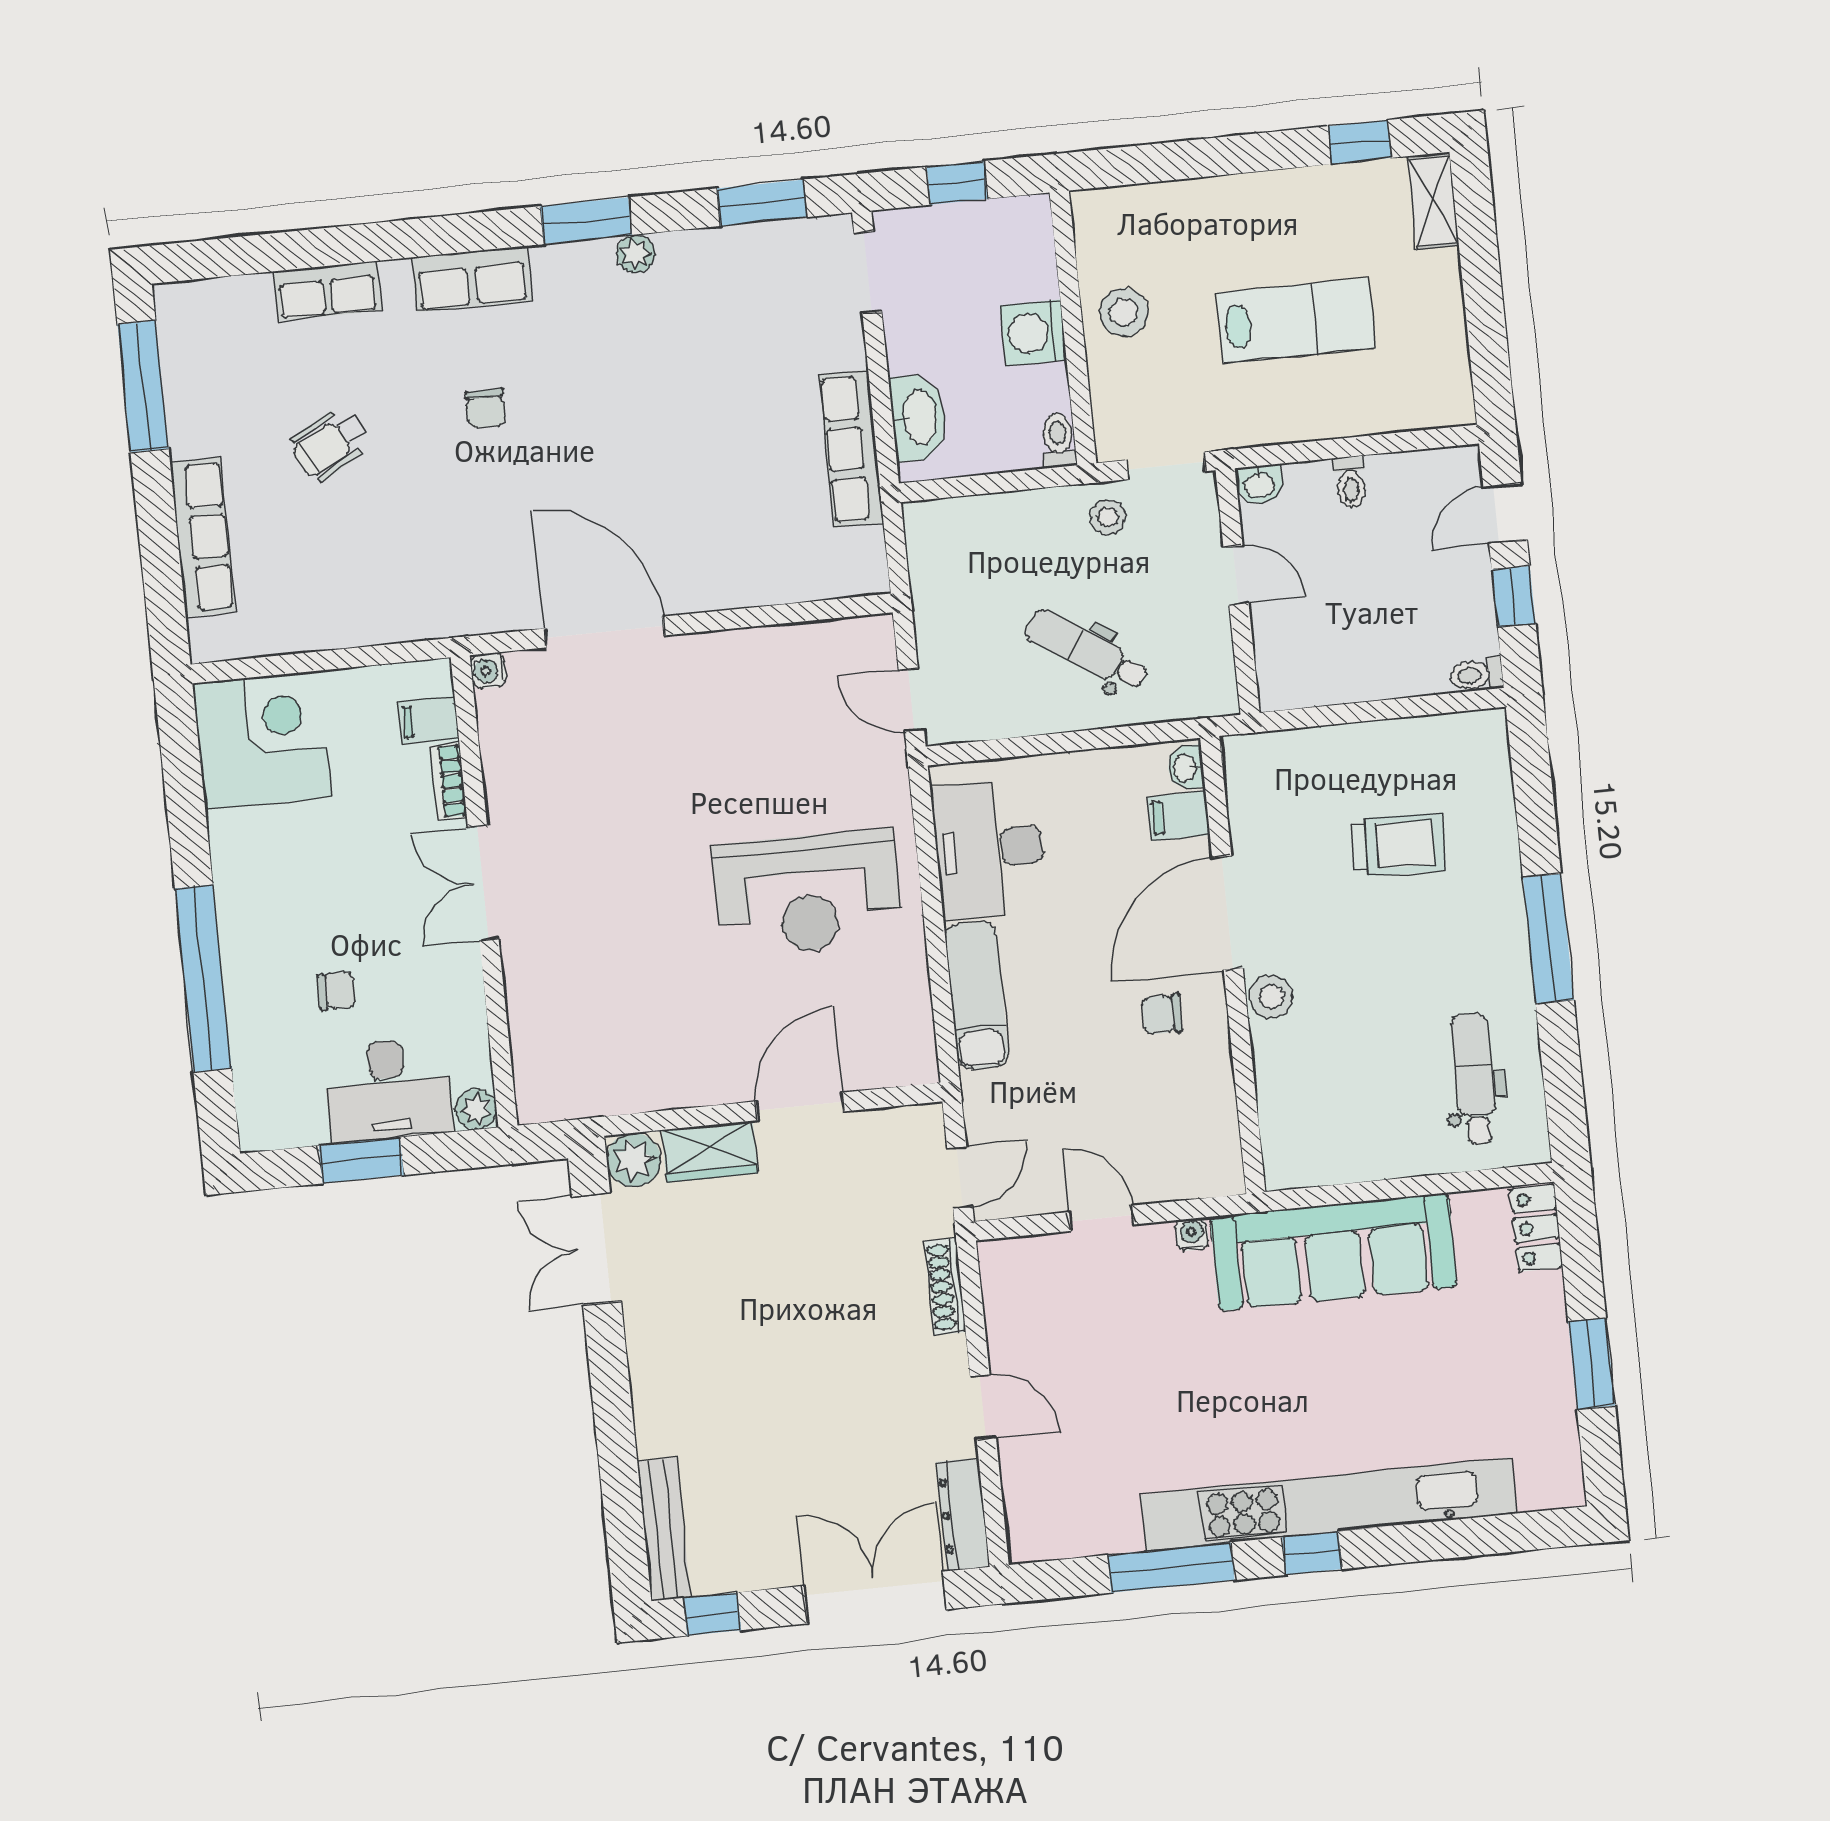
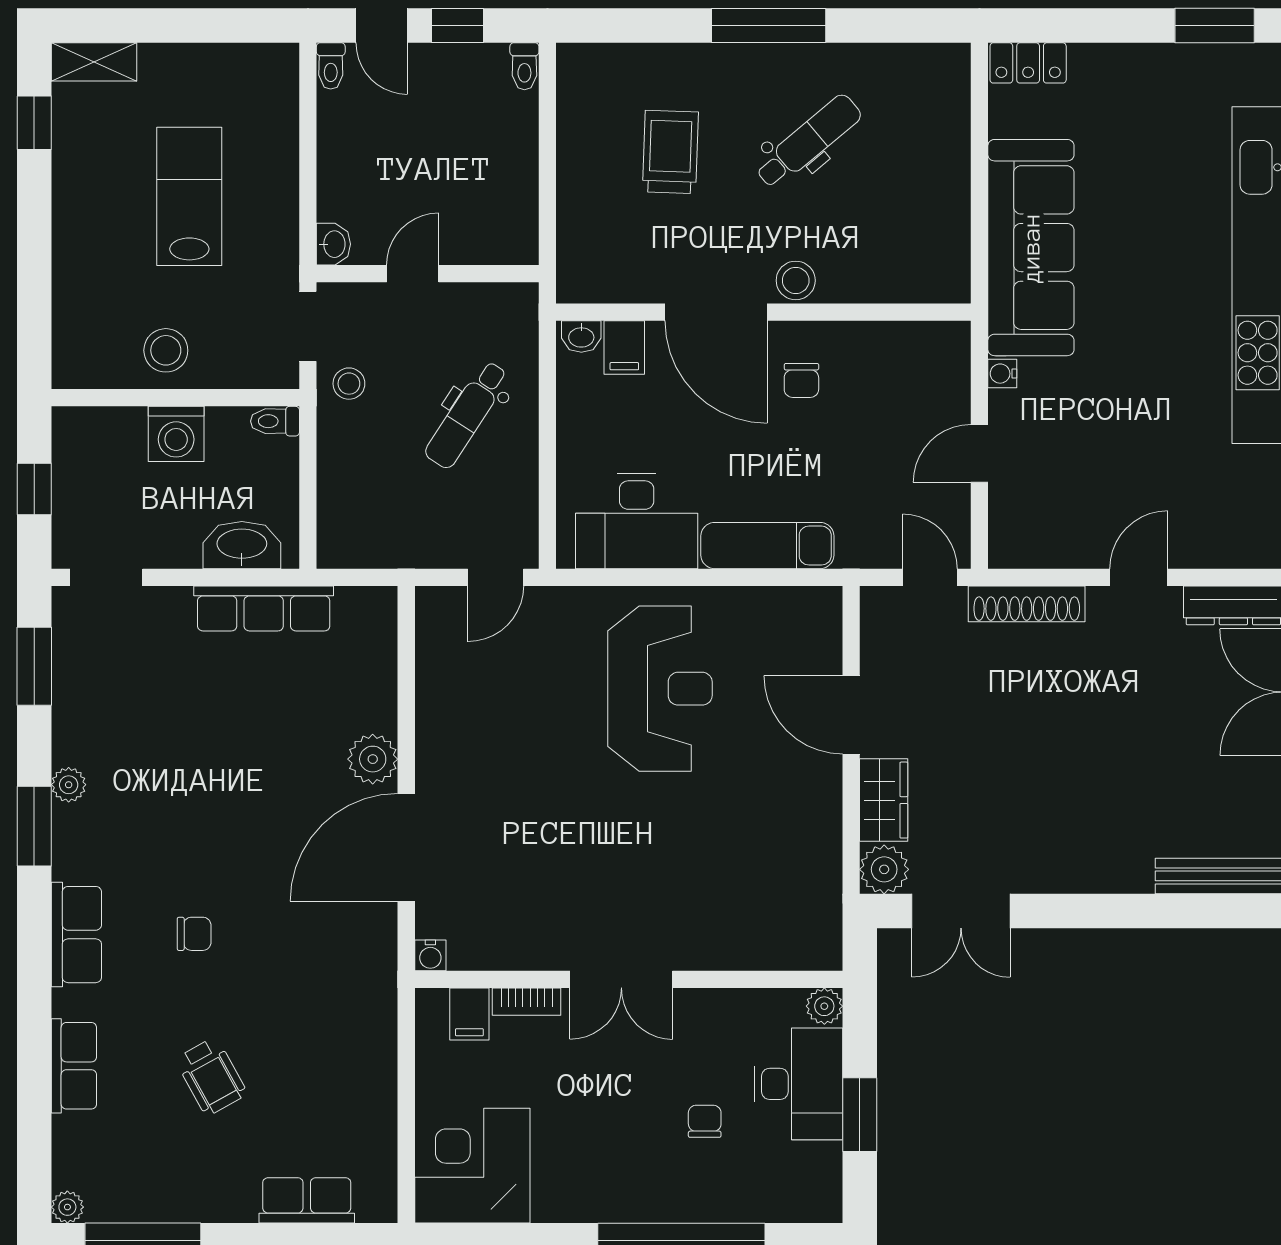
plant: (171, 300) -> (67, 1207), added
toilet: (1351, 482) -> (331, 66), moved, turned 90
row of seats: (203, 537) -> (307, 1200), width x0.68
plant: (698, 585) -> (373, 759), added
dental chair: (1474, 1079) -> (808, 141), moved, turned 140
shoe rack: (945, 1287) -> (1027, 604), width x1.36, depth x1.24
window: (1592, 1364) -> (1215, 26), moved

